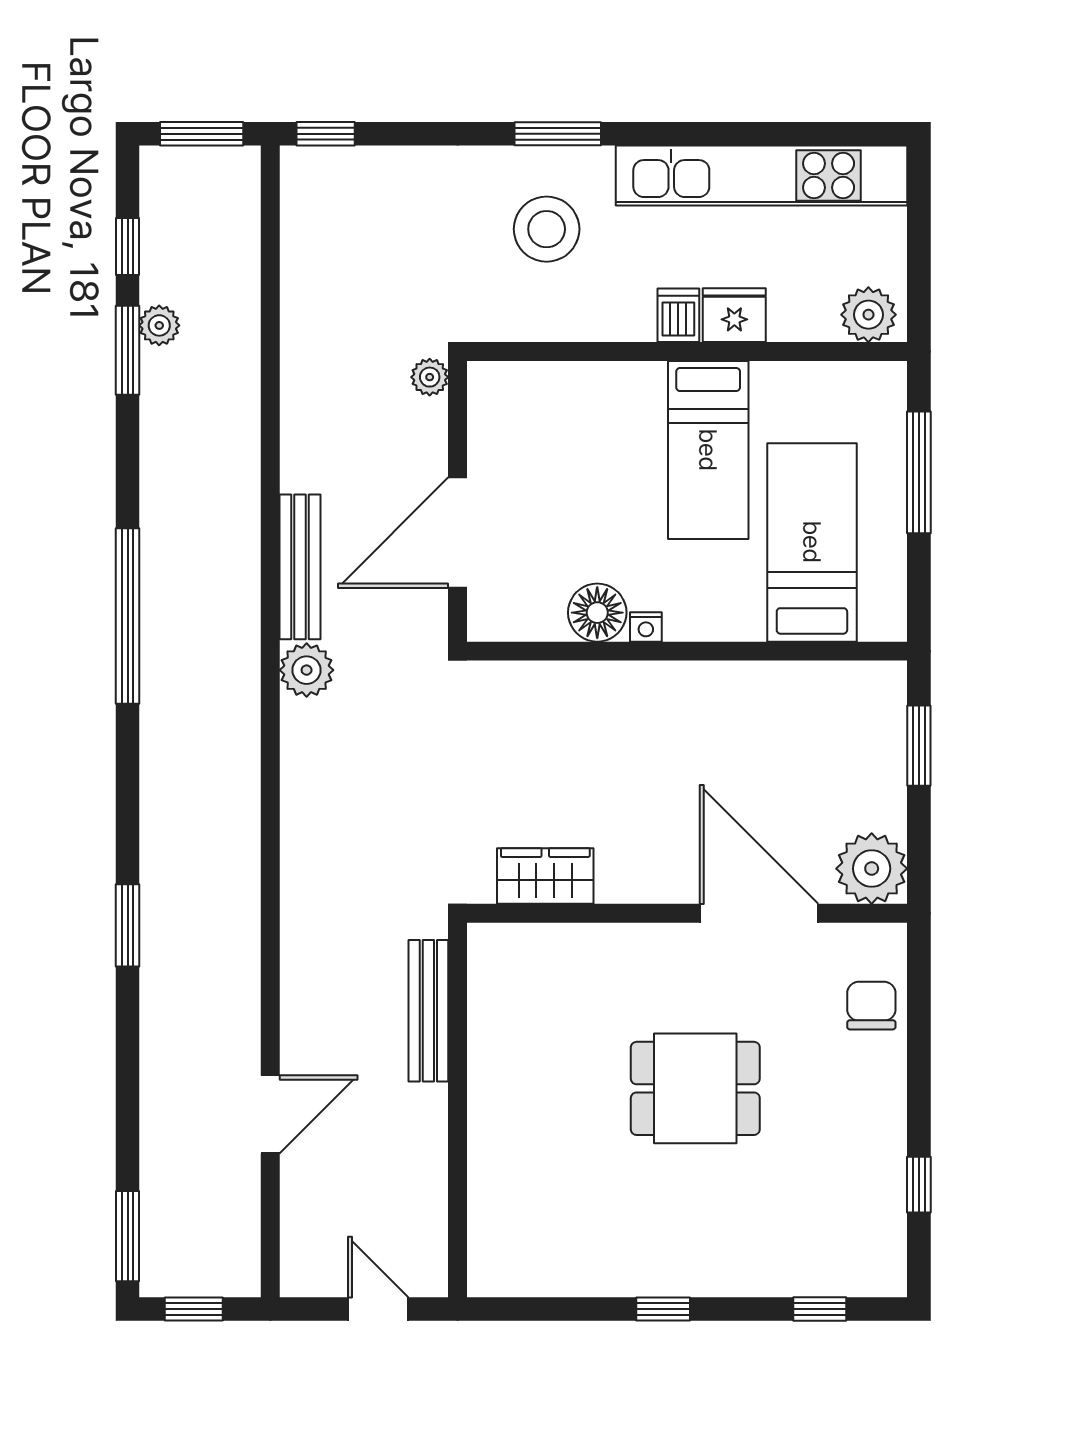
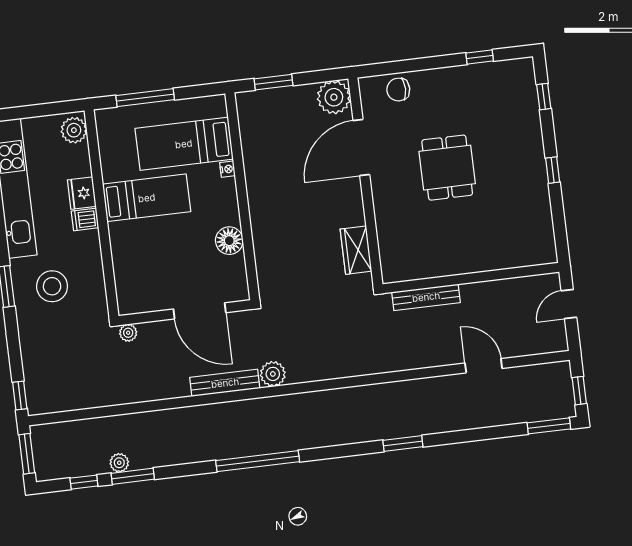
nightstand: (646, 627) -> (227, 169), moved

